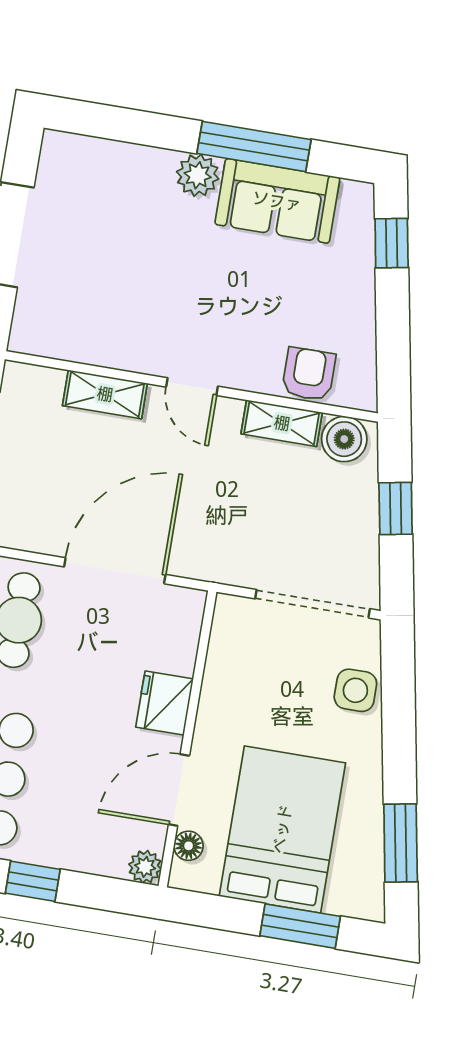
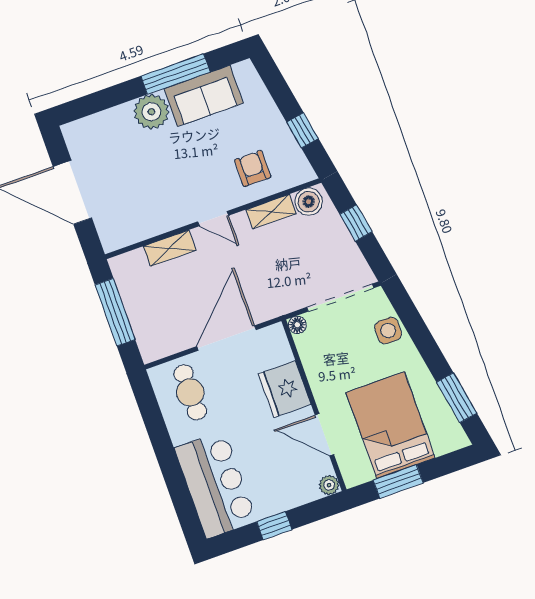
plant: (198, 175) -> (151, 112), width x1.36, depth x1.36
window: (392, 243) -> (303, 130), moved
armchair: (309, 374) -> (253, 168), moved
fridge: (164, 703) -> (285, 389), width x1.36, depth x1.34
door: (179, 790) -> (324, 435), hinge flipped
floor lamp: (189, 846) -> (297, 325), moved
window: (300, 926) -> (398, 481), moved

